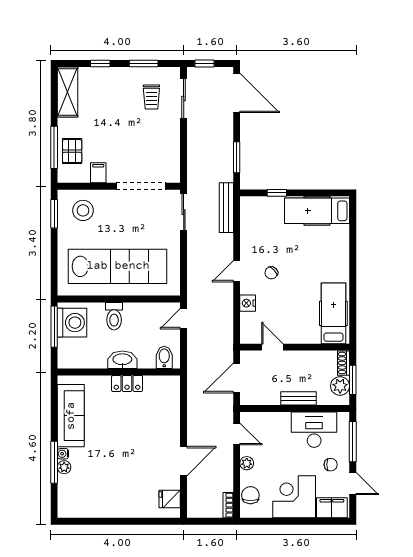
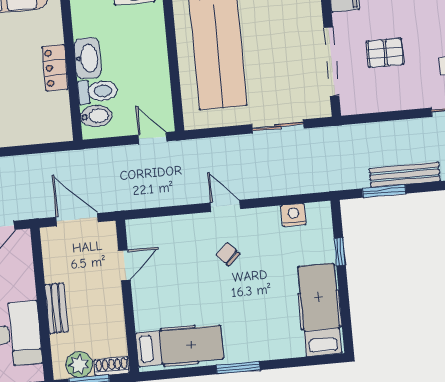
pallet: (138, 147) -> (385, 53), added
bench: (226, 208) -> (405, 175), moved
sliding door: (184, 212) -> (278, 126), moved
window: (353, 273) -> (238, 368), added
nightstand: (248, 303) -> (294, 215), moved
toilet: (114, 316) -> (98, 91), moved, turned 180

